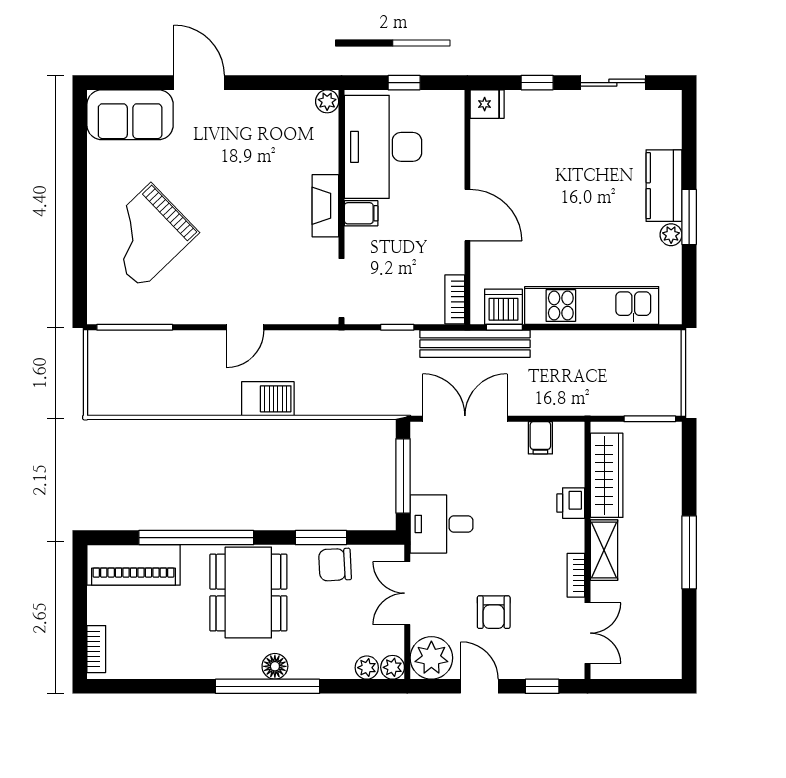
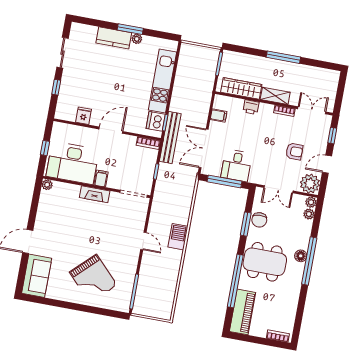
fridge: (487, 104) -> (83, 116), moved
desk: (442, 524) -> (236, 165), moved

